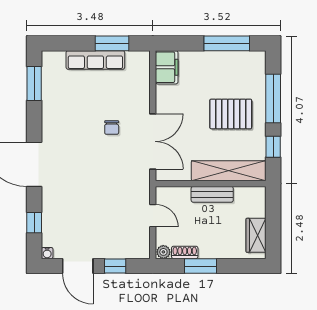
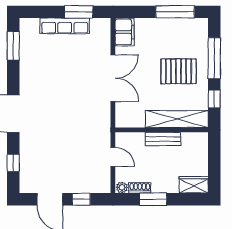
chair: (112, 128) -> (78, 83), removed
double door: (153, 141) -> (113, 78), moved
wardrobe: (256, 235) -> (194, 185), moved, turned 90
water cooler: (47, 253) -> (24, 188), removed

